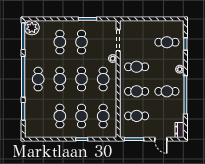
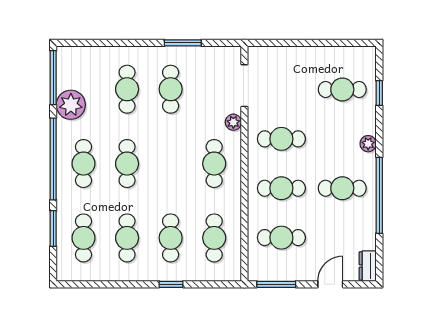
plant: (32, 28) -> (71, 105), moved
cafe table: (81, 79) -> (83, 238), moved
door: (161, 139) -> (330, 284), swing flipped

